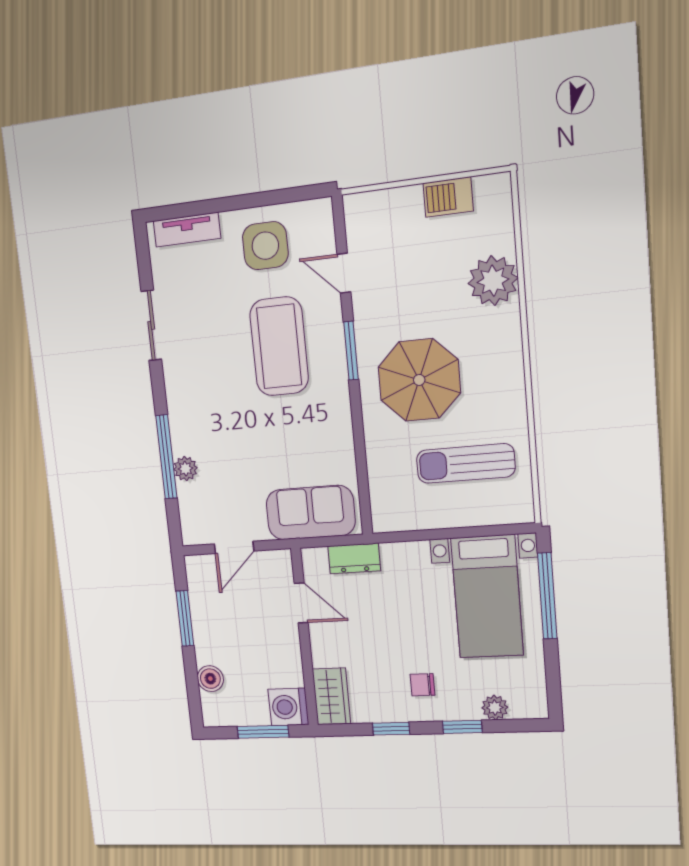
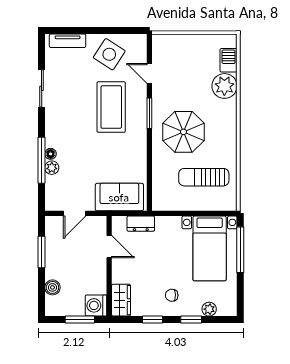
barbecue: (448, 197) -> (229, 60), moved, turned 90
side table: (265, 246) -> (109, 54), turned 33
floor lamp: (180, 444) -> (51, 154), added

